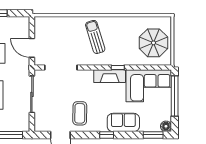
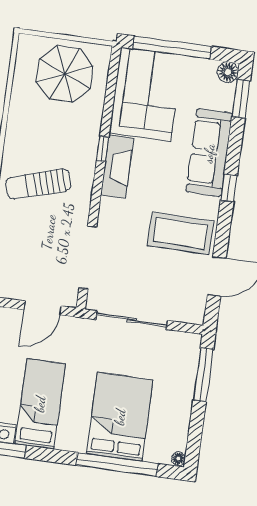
coffee table: (80, 113) -> (180, 233), width x1.36, depth x1.32
sofa: (123, 122) -> (209, 153), width x1.36

